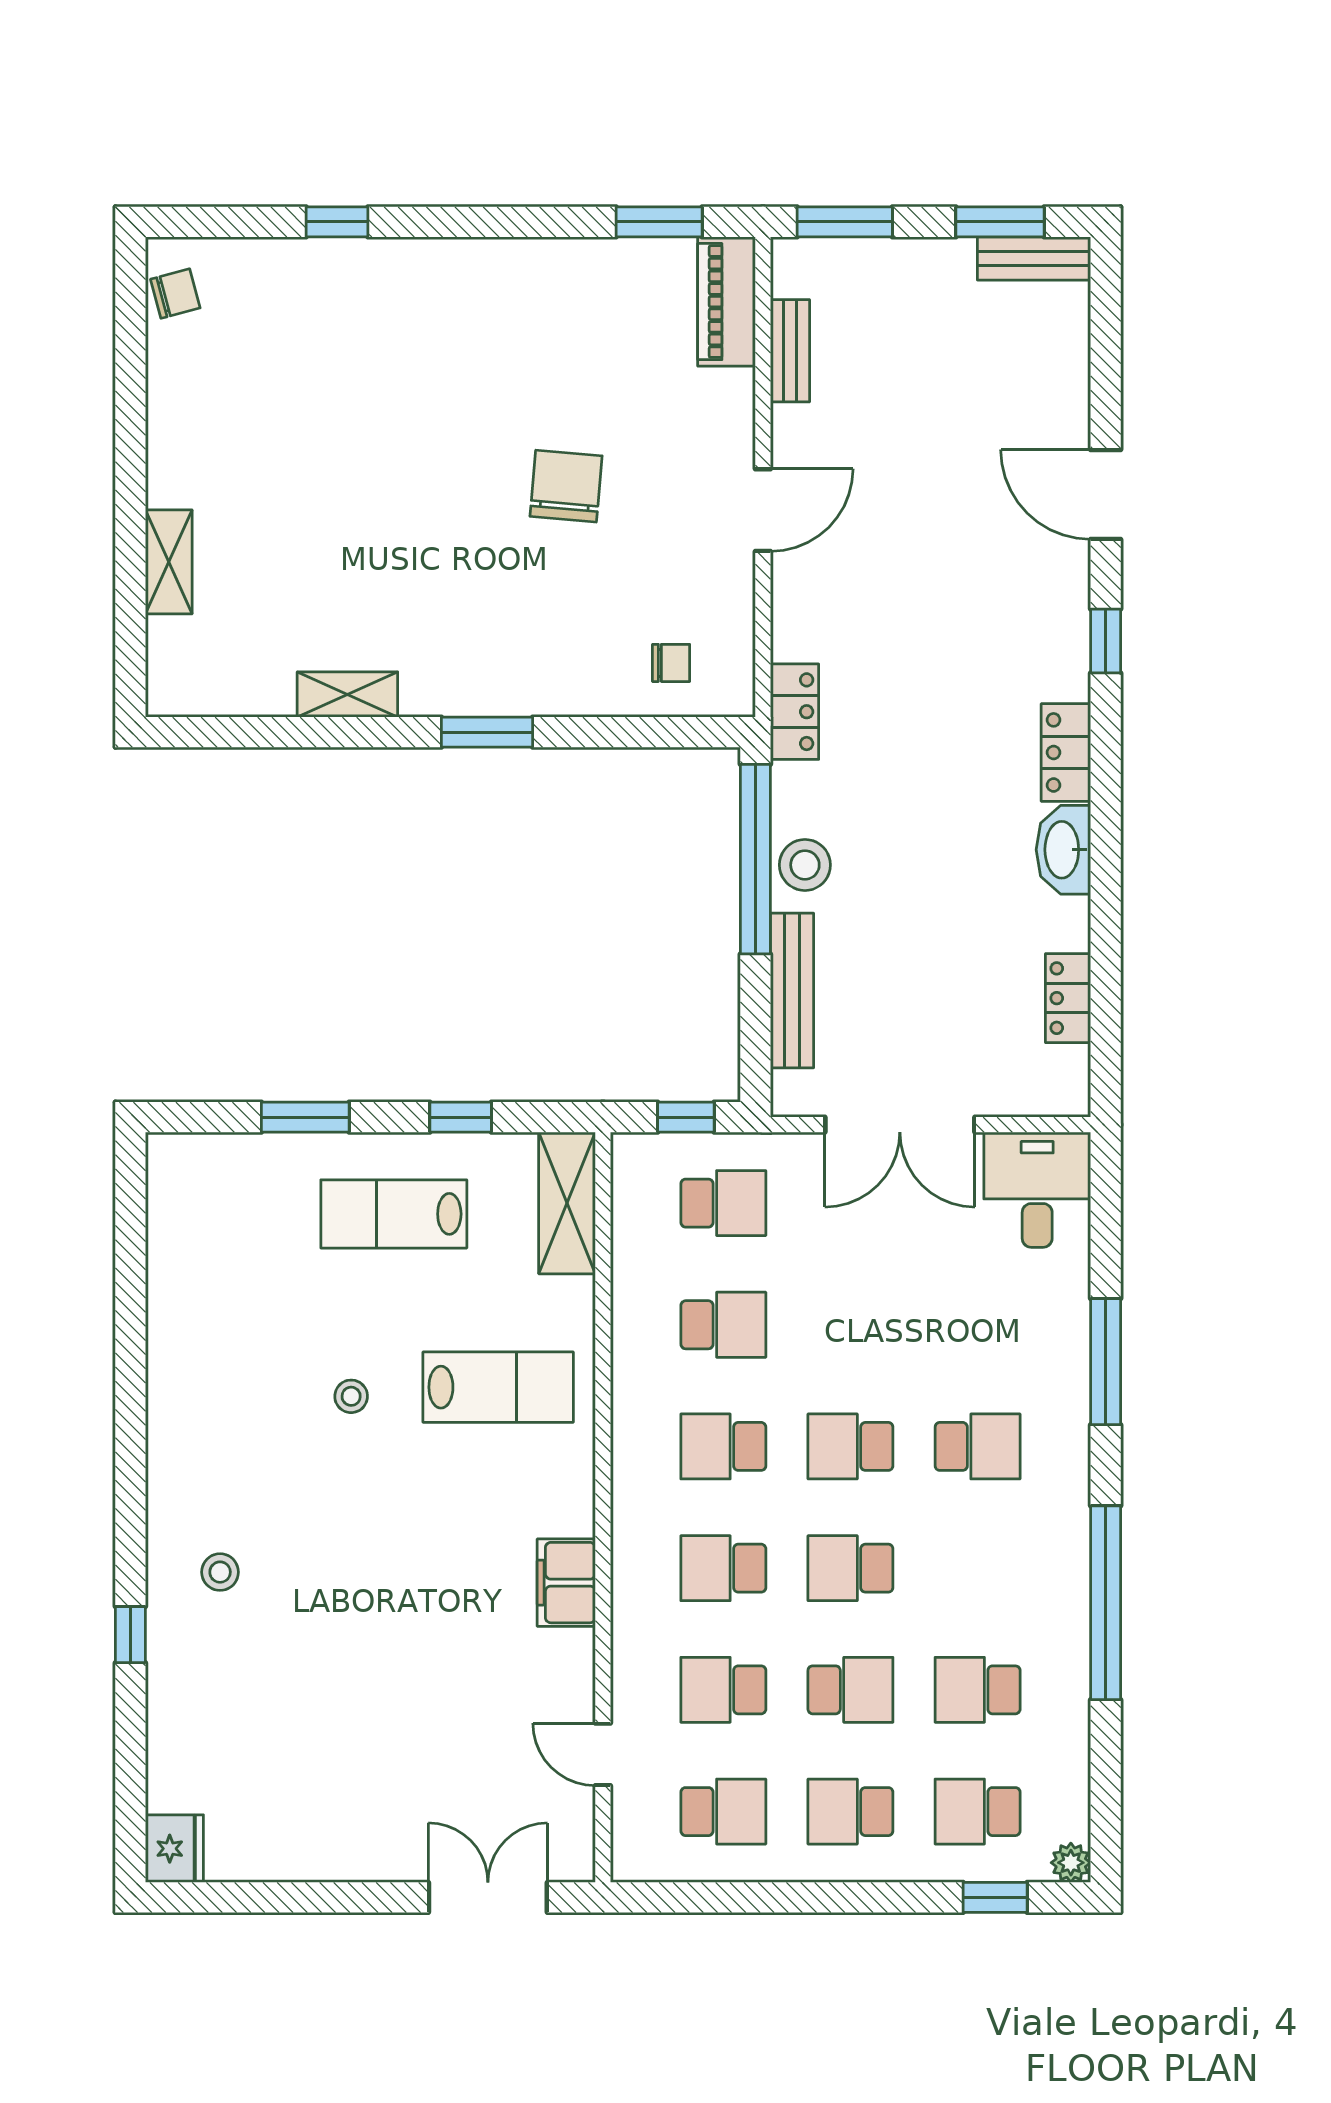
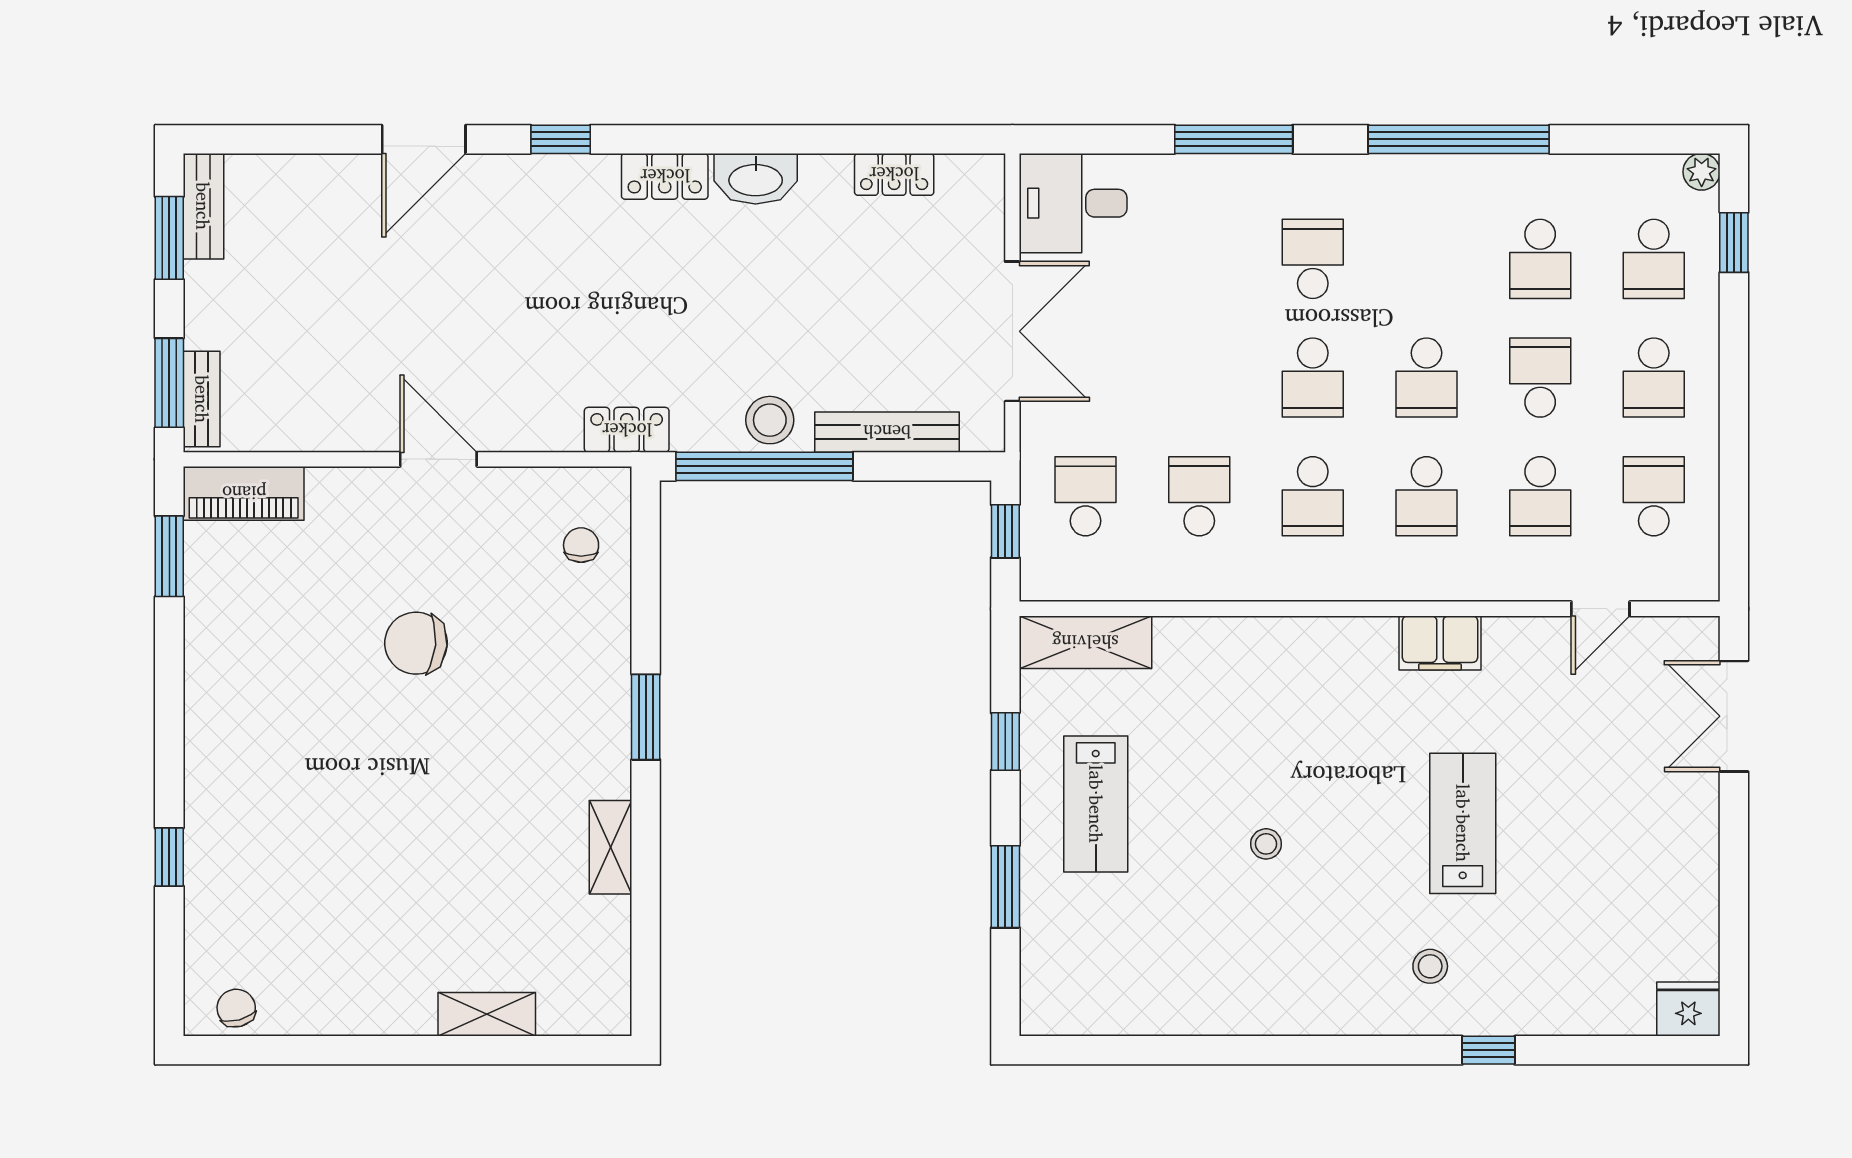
bench: (790, 351) -> (202, 399), moved, turned 90
lab bench: (498, 1387) -> (1463, 823), moved

